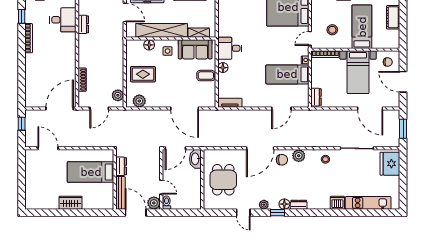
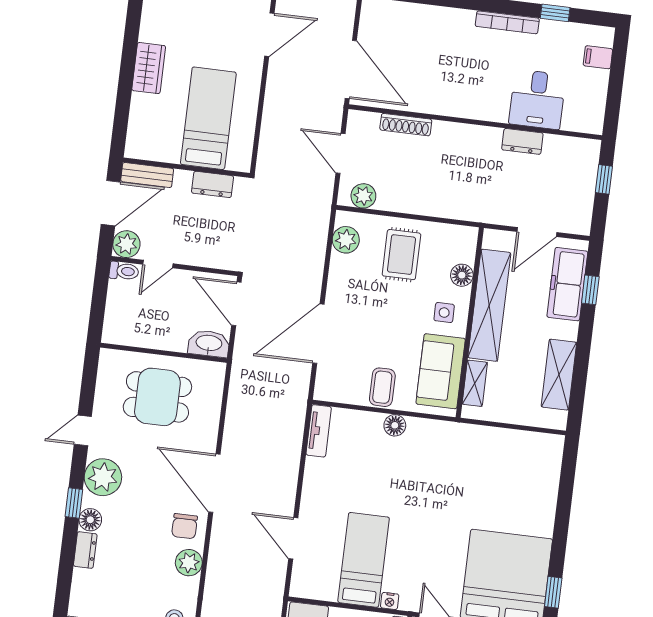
desk: (230, 48) -> (434, 445), removed
bench: (120, 193) -> (147, 175), width x0.73
plant: (264, 205) -> (103, 477), width x1.87, depth x1.87

